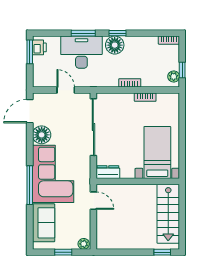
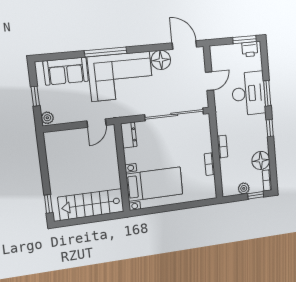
floor lamp: (115, 45) -> (261, 160), moved
window: (182, 70) -> (256, 195), moved
plant: (174, 76) -> (244, 188), moved

